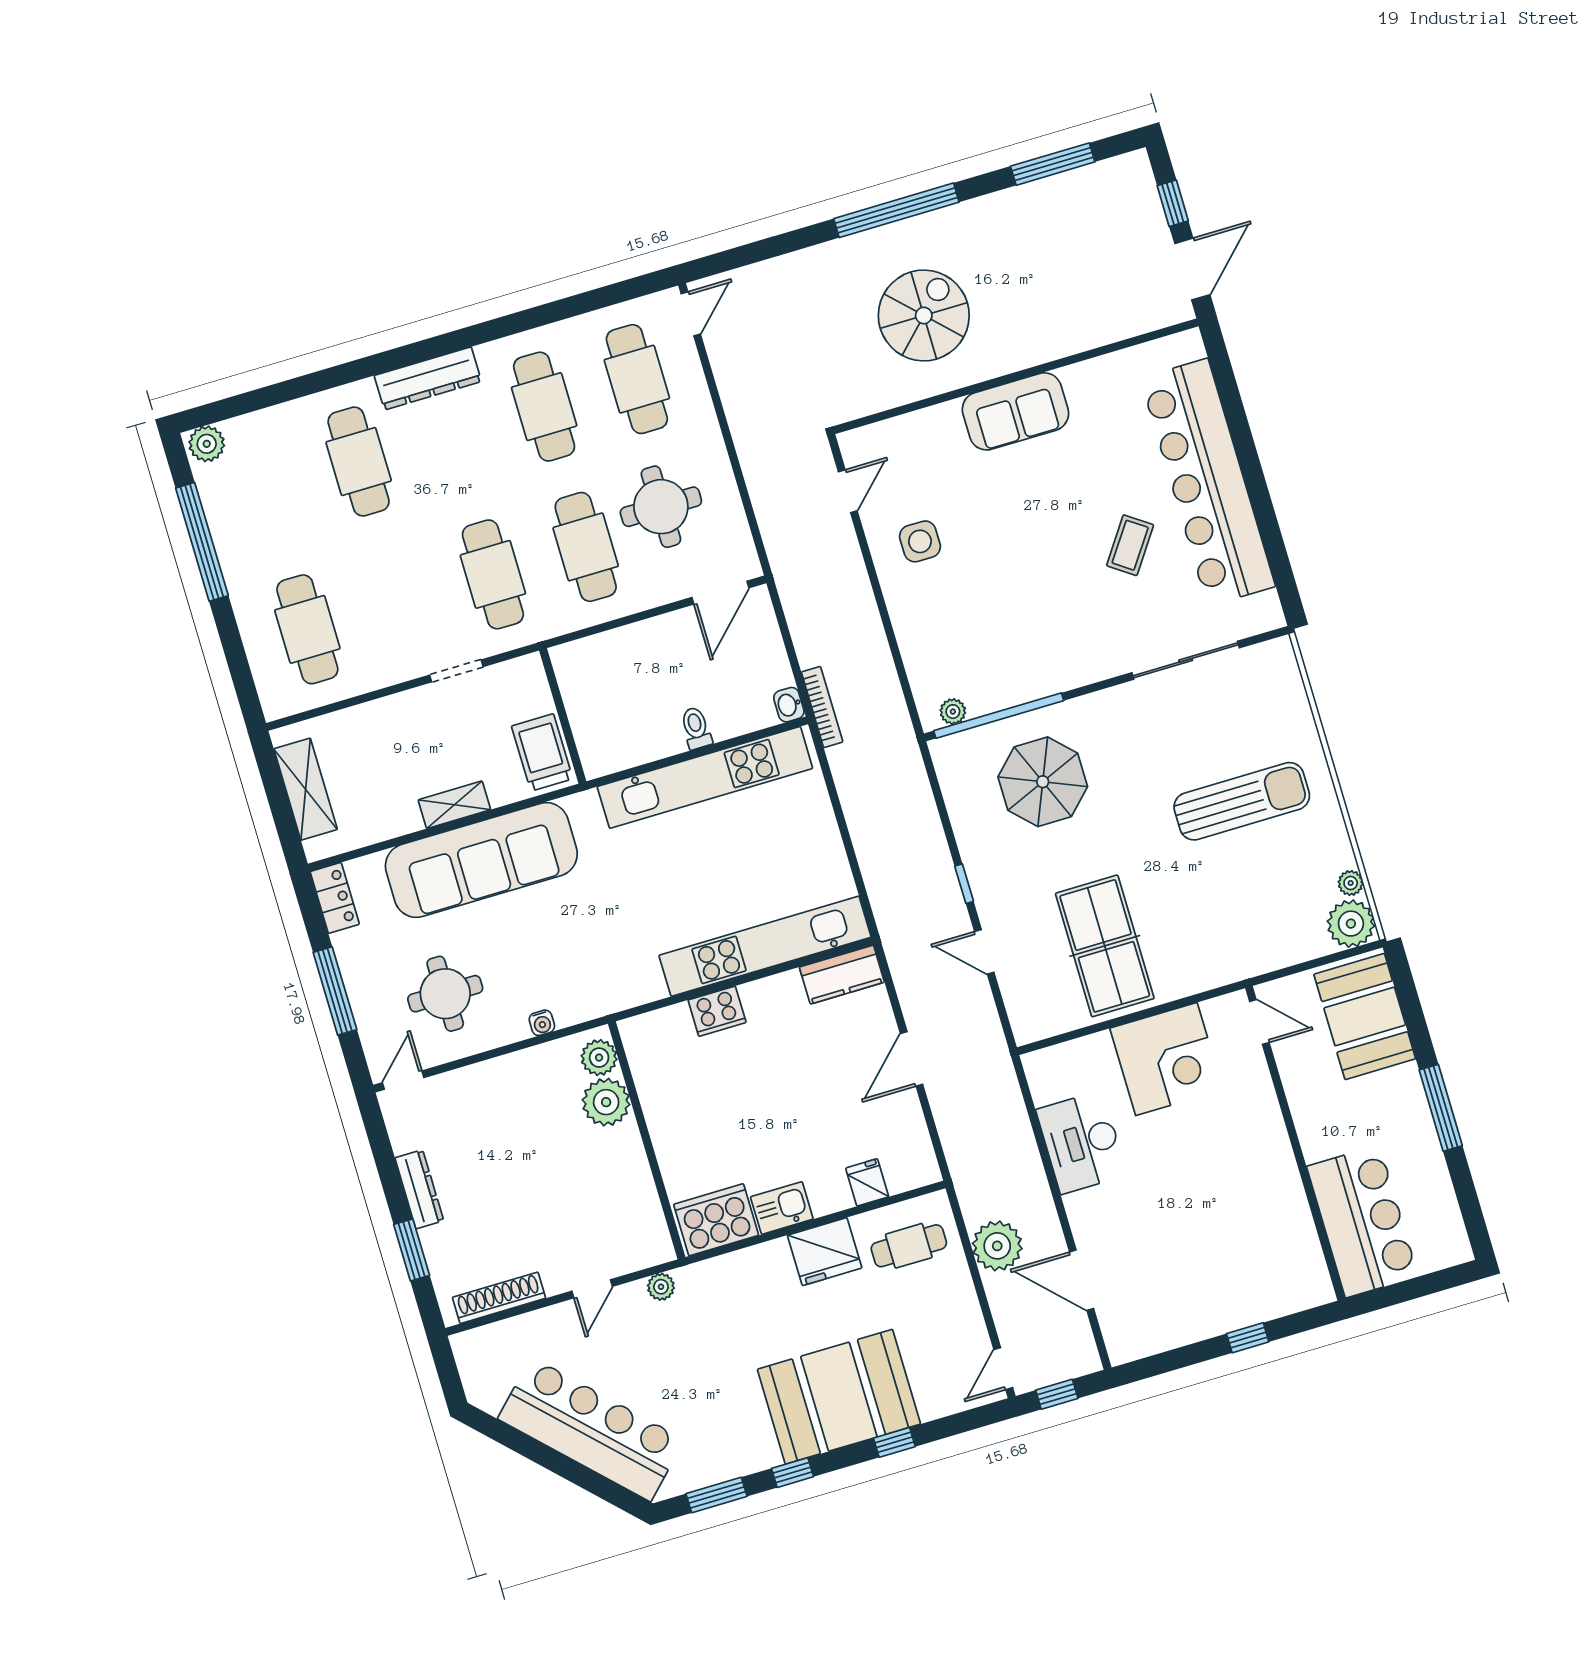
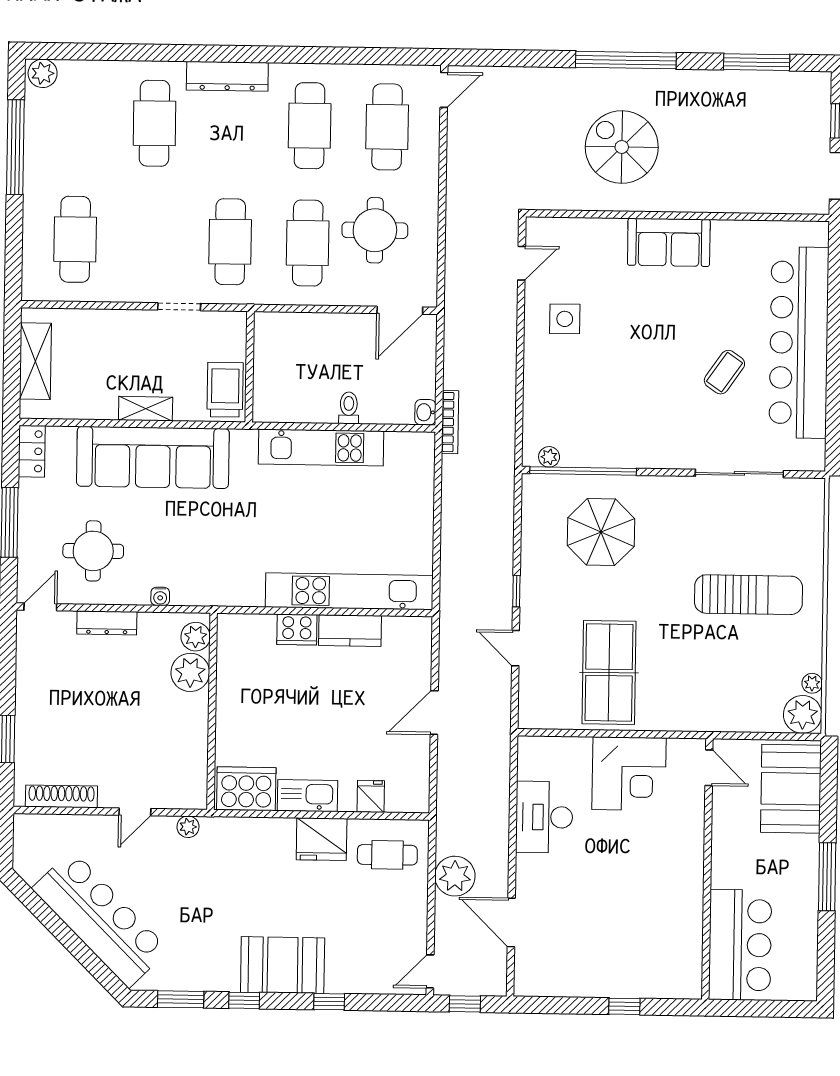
spiral stairs: (924, 315) -> (622, 147), turned -90
kitchen unit: (705, 777) -> (321, 447), width x0.73
kitchen counter: (842, 975) -> (350, 631), moved
dresser: (419, 1189) -> (107, 623), moved, turned 90
kitchen sink: (782, 1208) -> (307, 796), width x1.38
booth: (839, 1397) -> (283, 965), width x0.73, depth x0.70

